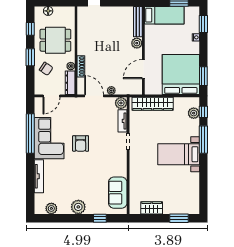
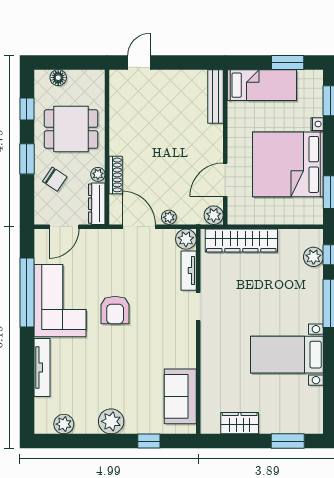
plant: (137, 43) -> (214, 215), moved
bed: (181, 75) -> (288, 164), moved, turned -90
bed with nightstands: (179, 154) -> (287, 355), moved

